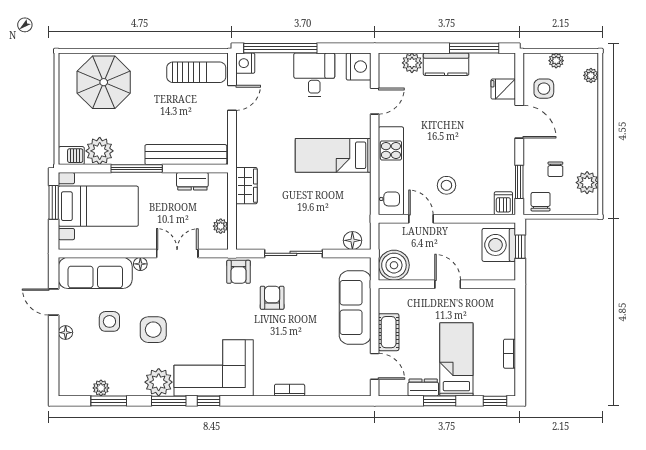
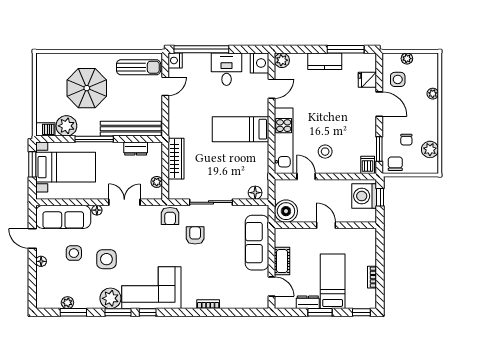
plant: (412, 63) -> (282, 60), moved
plant: (591, 75) -> (433, 94), moved
parasol: (104, 82) -> (87, 88), moved
wardrobe: (246, 186) -> (176, 159), width x1.50

